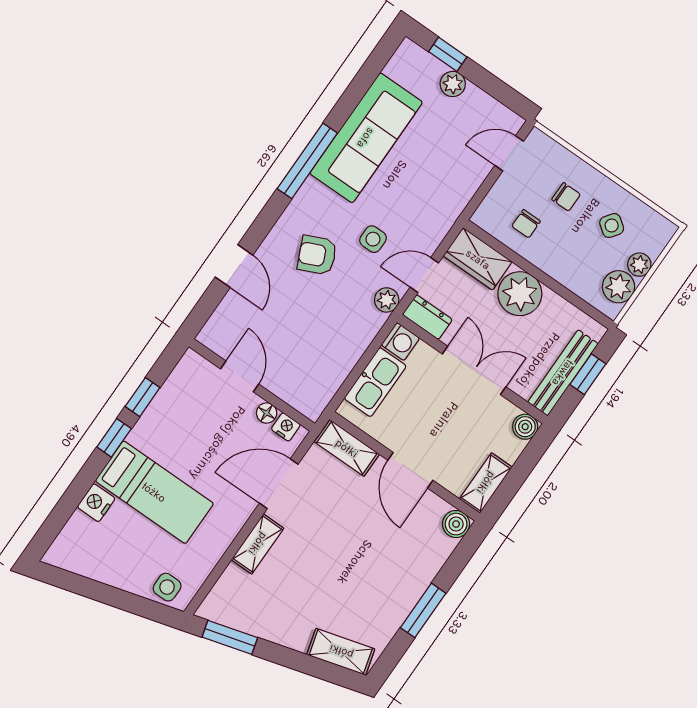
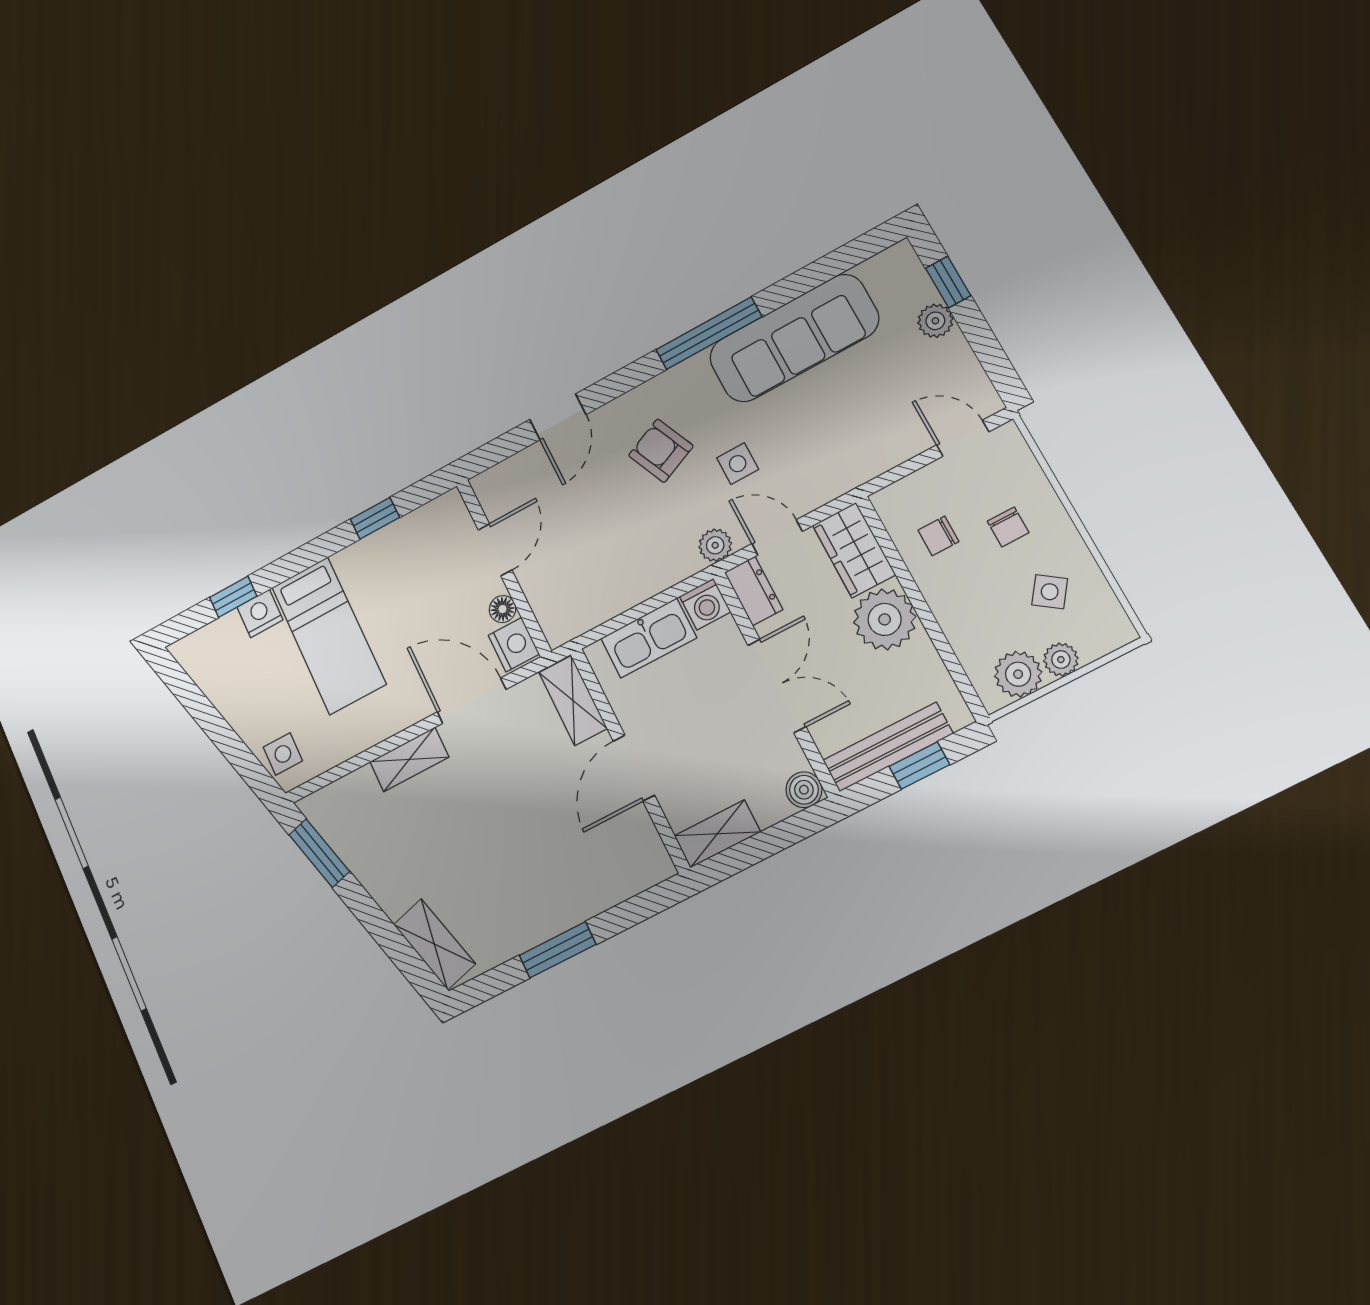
nightstand: (286, 427) -> (514, 645), width x1.39, depth x1.35
window: (114, 438) -> (233, 597), moved
boiler: (456, 524) -> (654, 865), removed

